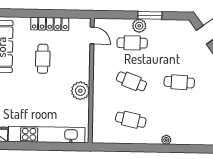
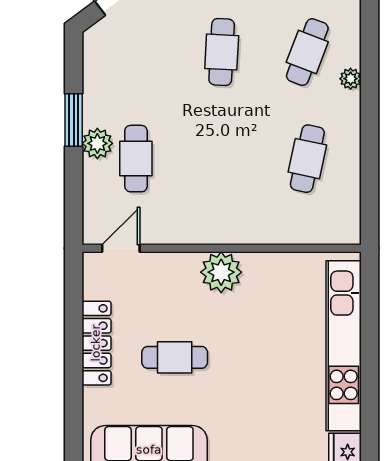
cafe table: (131, 81) -> (307, 52), moved
plant: (80, 91) -> (221, 272), moved

